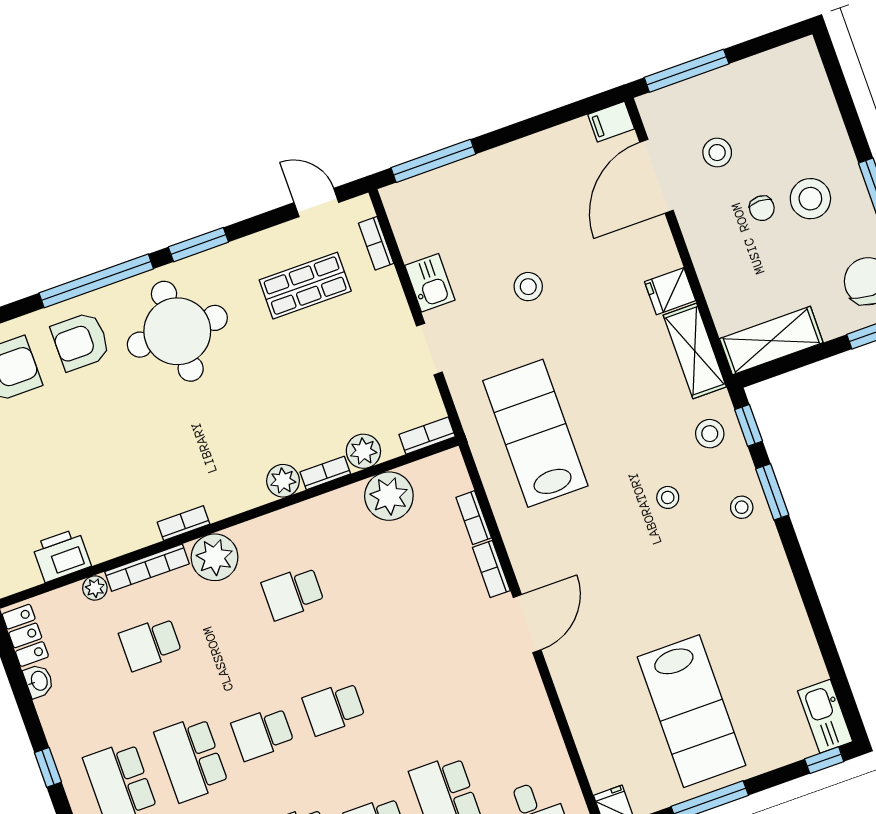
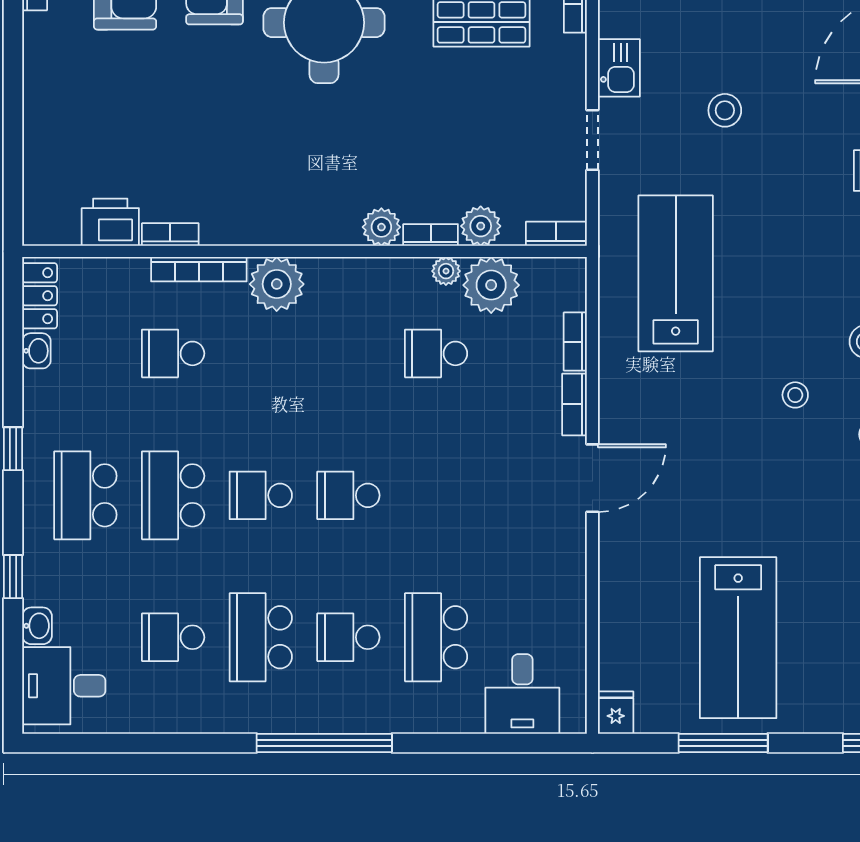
bookcase: (184, 523) -> (170, 235), moved
plant: (95, 588) -> (446, 271), moved
school desk: (293, 593) -> (436, 353), moved

